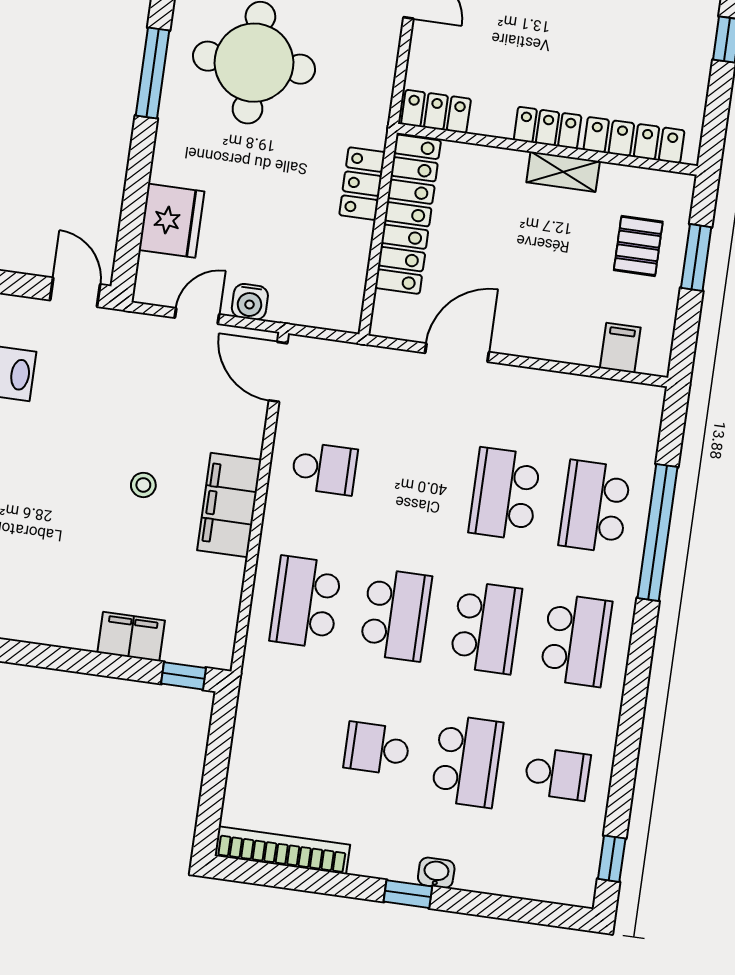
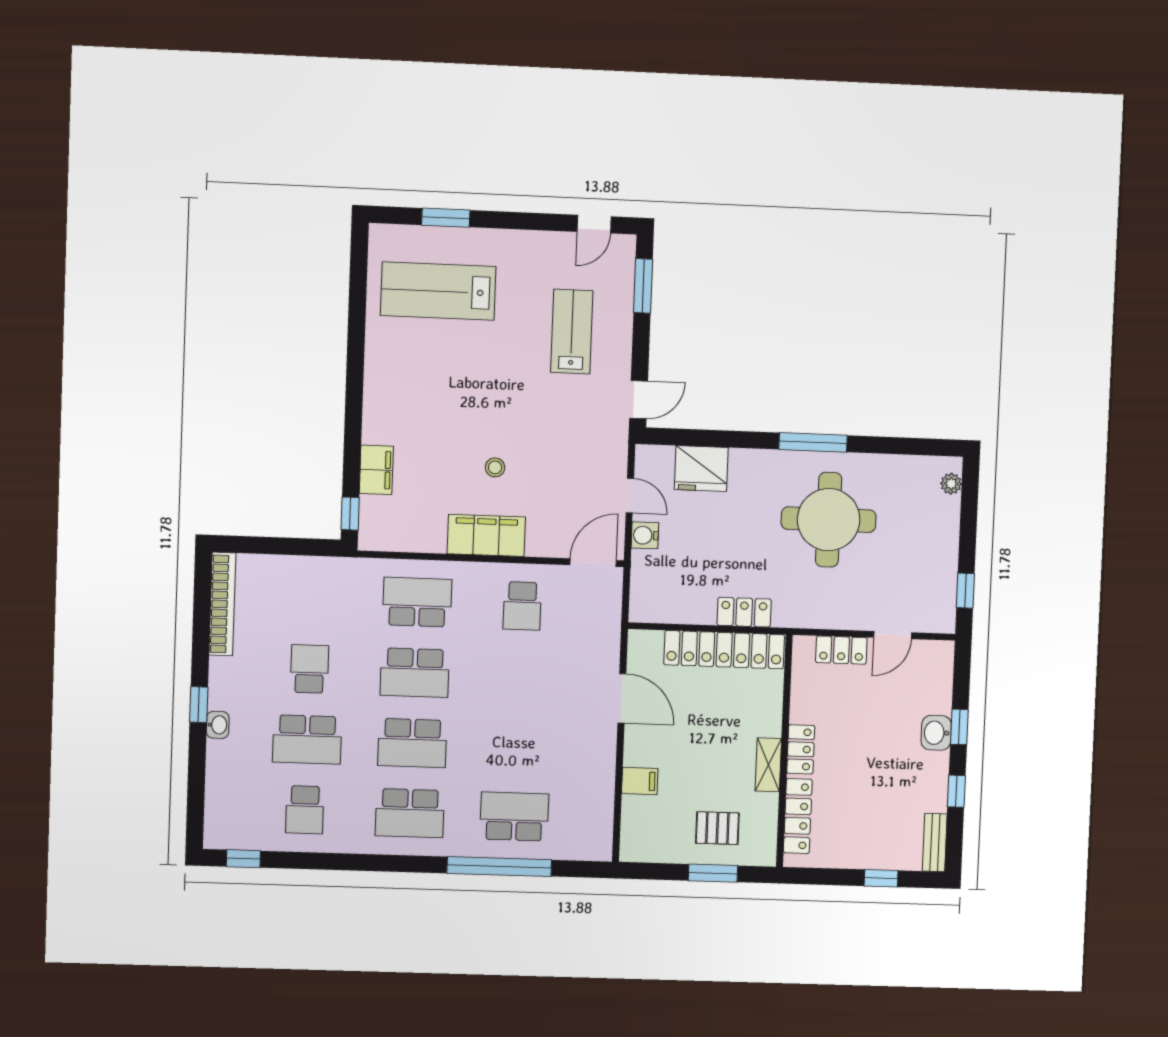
locker: (436, 111) -> (841, 650), moved, turned 90
filing cabinet: (620, 348) -> (640, 781), moved
school desk: (505, 494) -> (517, 746), removed

